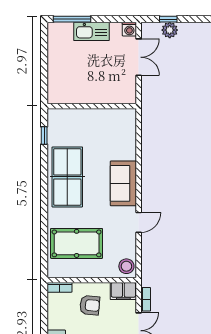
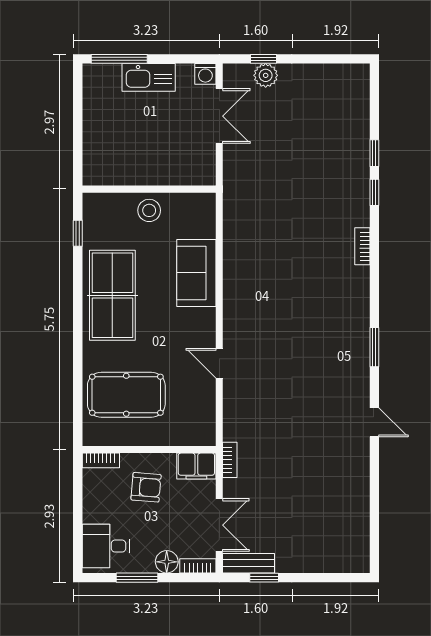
sofa: (123, 183) -> (196, 273), moved
door: (139, 222) -> (219, 363), swing flipped
stool: (126, 266) -> (149, 210), moved
bookcase: (146, 299) -> (230, 460), moved

